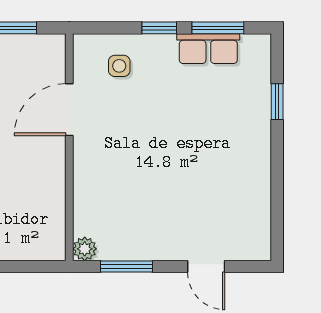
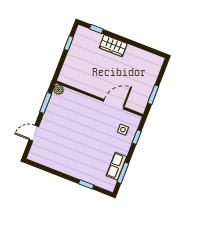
window: (159, 28) -> (137, 137), moved
door: (69, 110) -> (114, 104), hinge flipped

